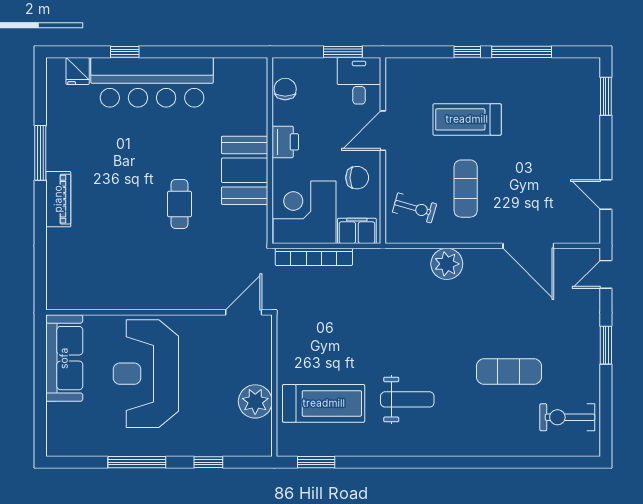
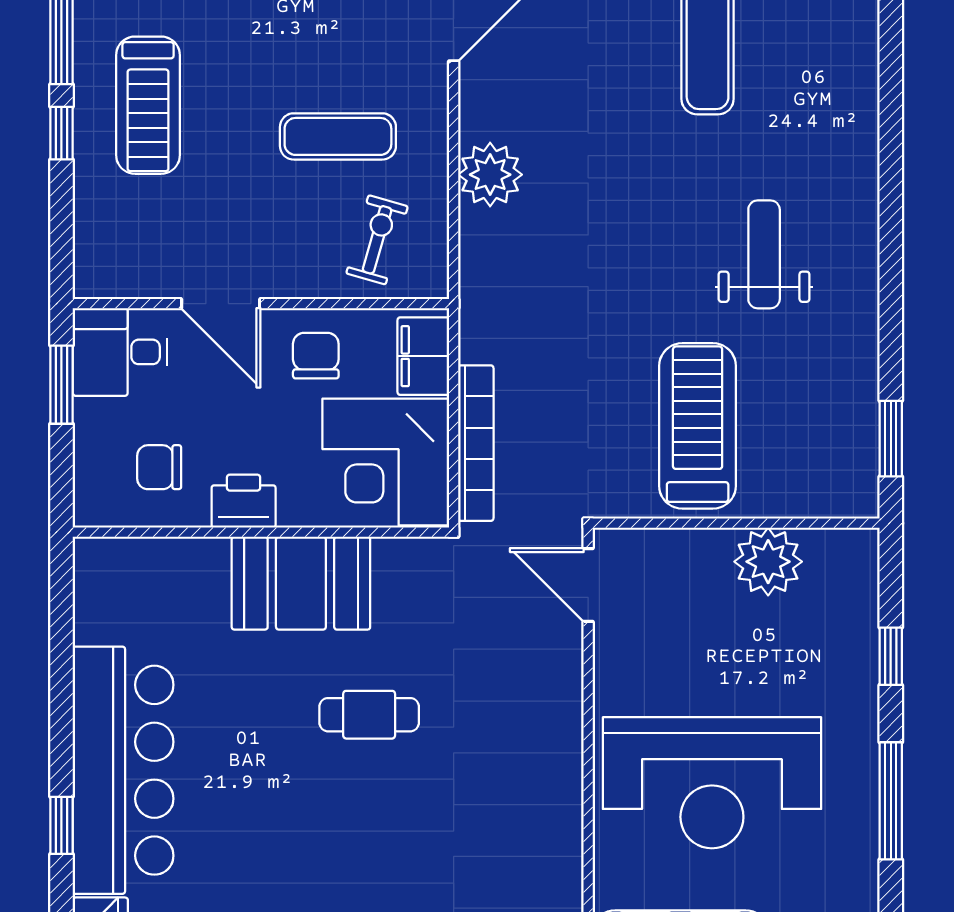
chair: (285, 89) -> (159, 467), moved
treadmill: (467, 119) -> (148, 105), moved
treadmill: (324, 403) -> (698, 426), moved

